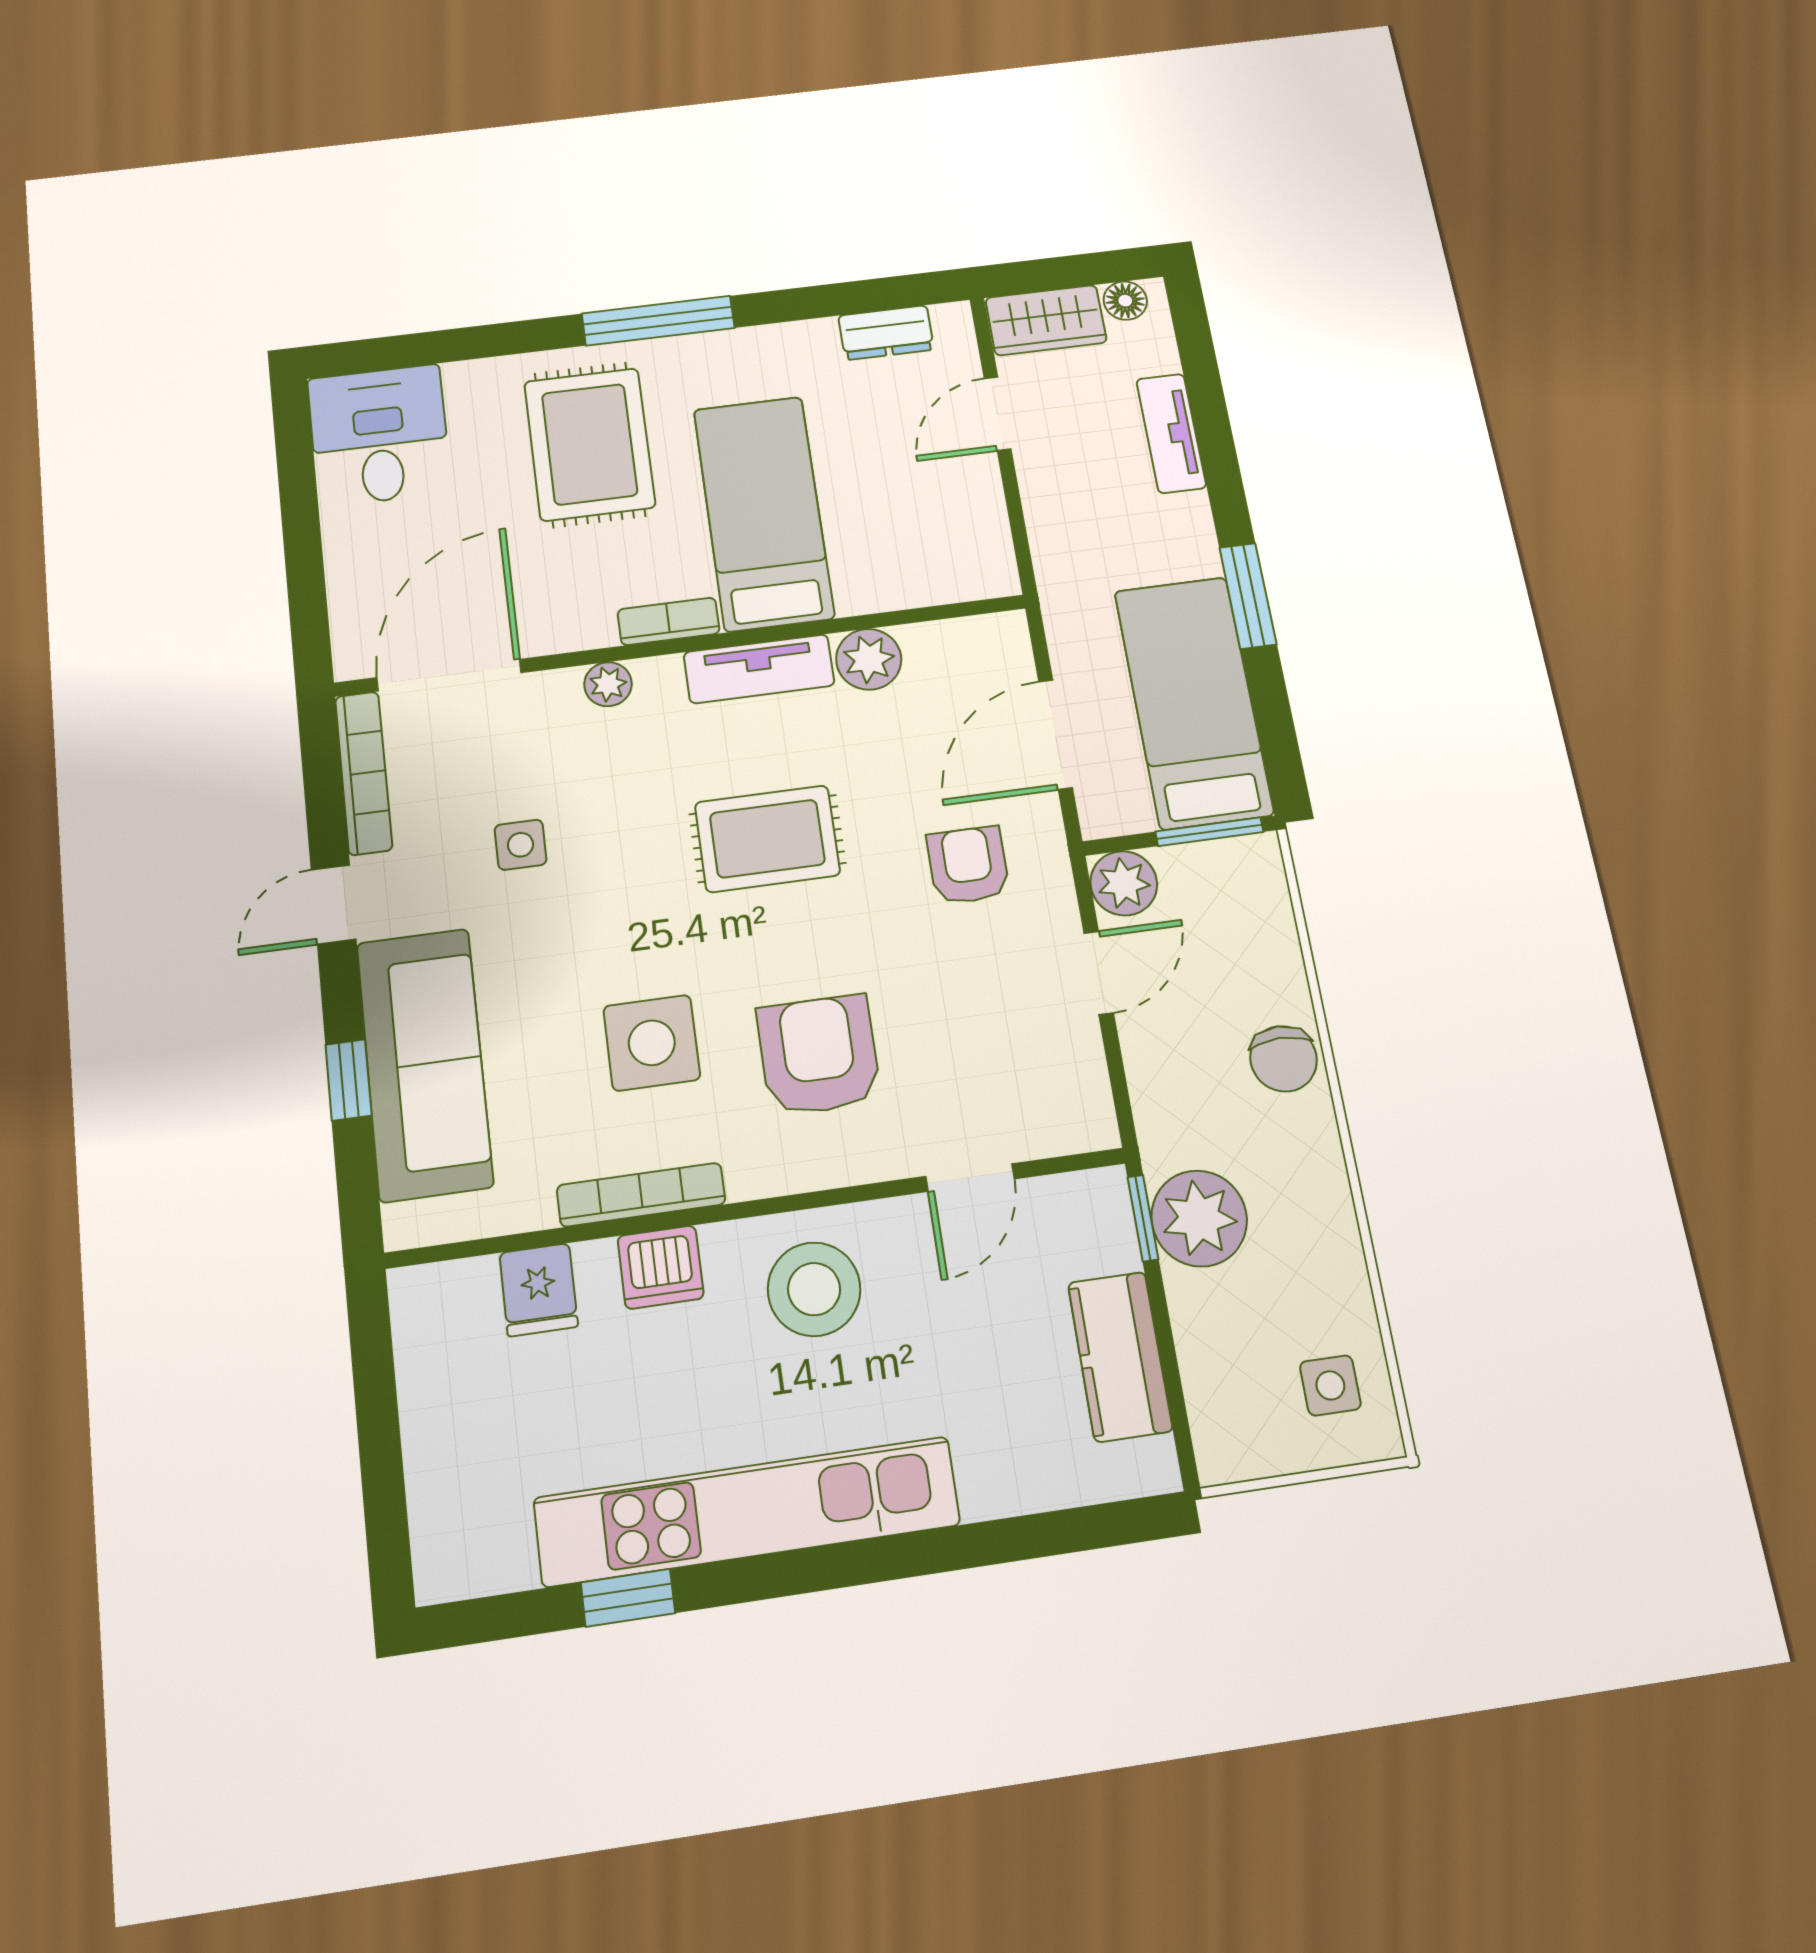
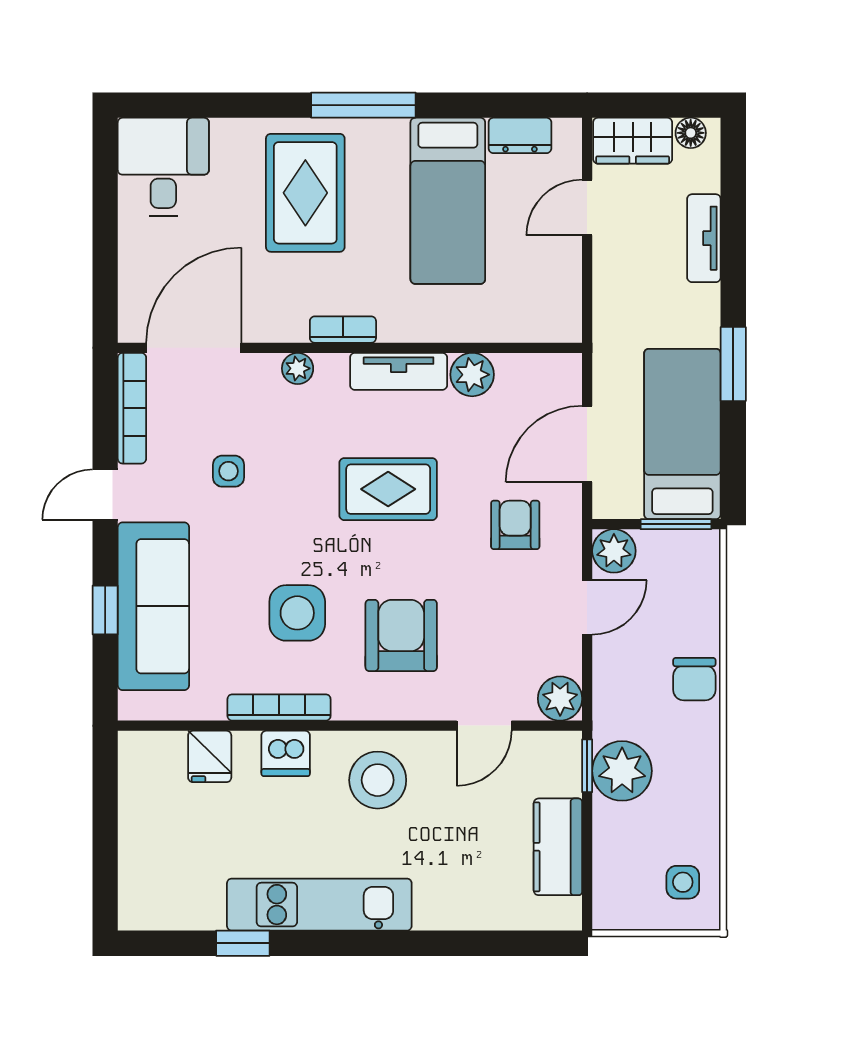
bed: (764, 513) -> (448, 201), moved, turned 180
plant: (1082, 1118) -> (560, 699), added
kitchen unit: (747, 1511) -> (319, 905), width x0.73

